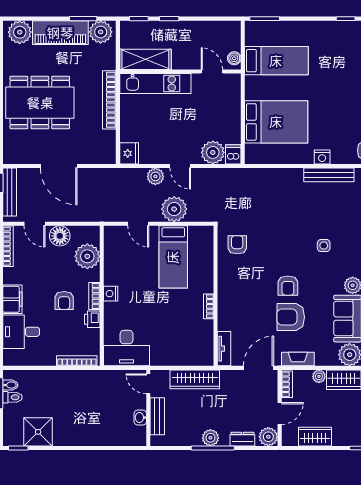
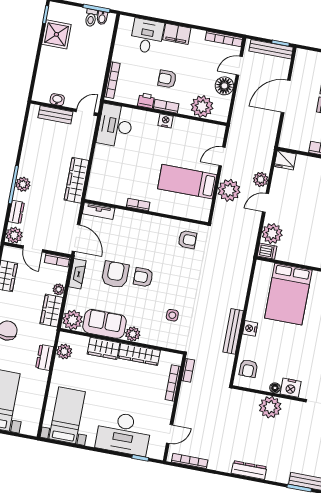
door: (148, 384) -> (85, 112), moved
wall: (148, 408) -> (64, 108), moved
bench: (157, 416) -> (55, 115), moved
washbasin: (140, 418) -> (57, 100), moved

